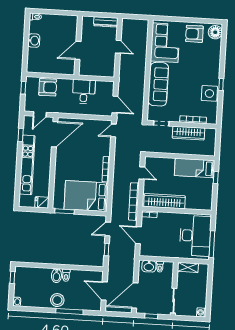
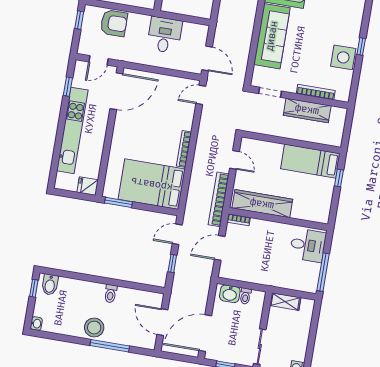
door: (138, 235) -> (220, 248), hinge flipped
desk: (195, 236) -> (308, 245), width x0.53, depth x0.77
bidet: (56, 276) -> (50, 285), moved

